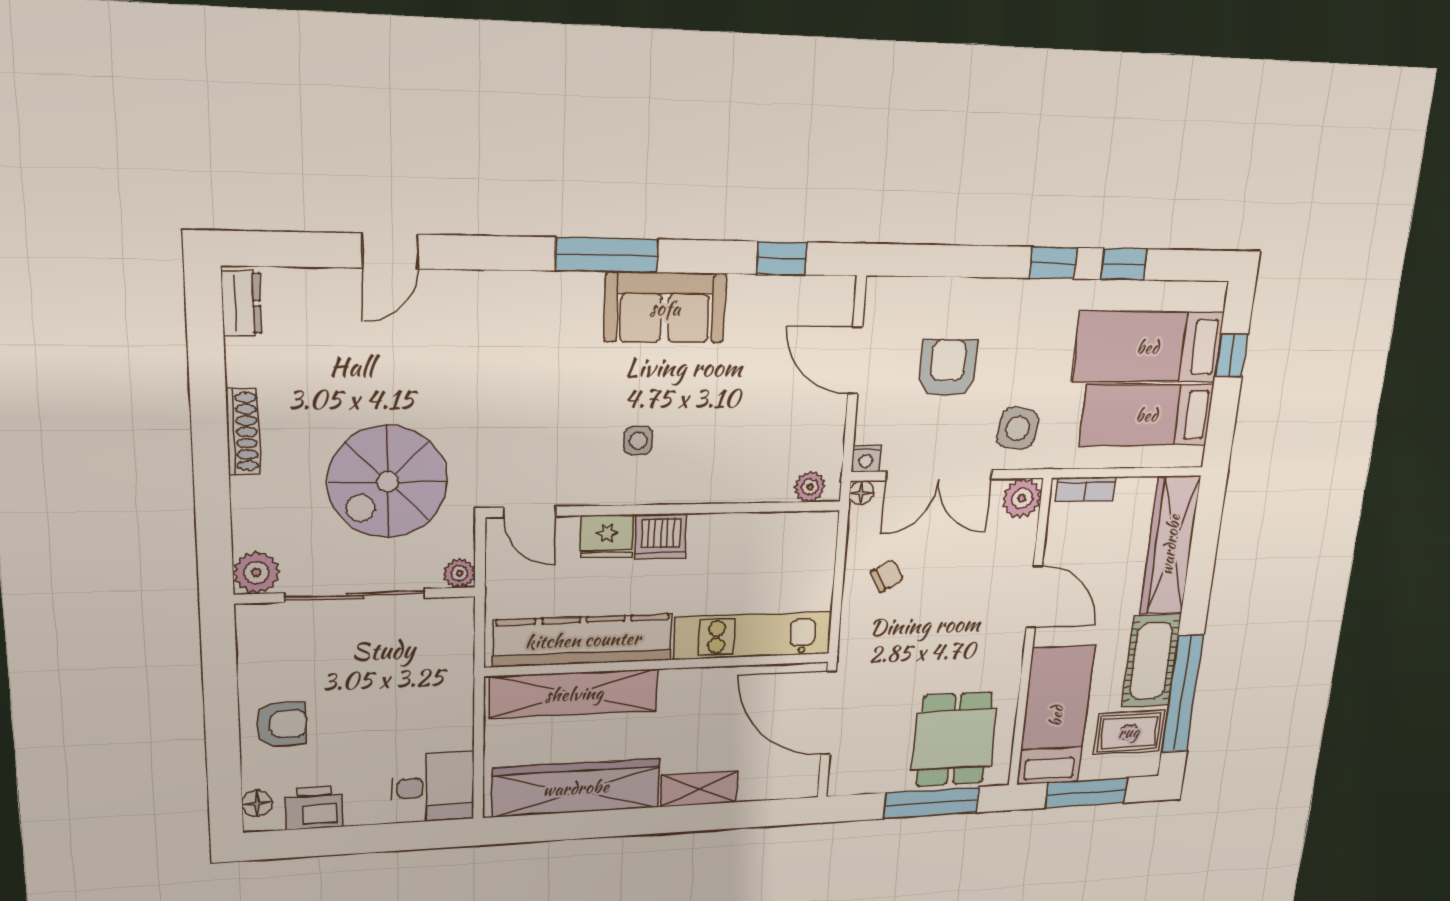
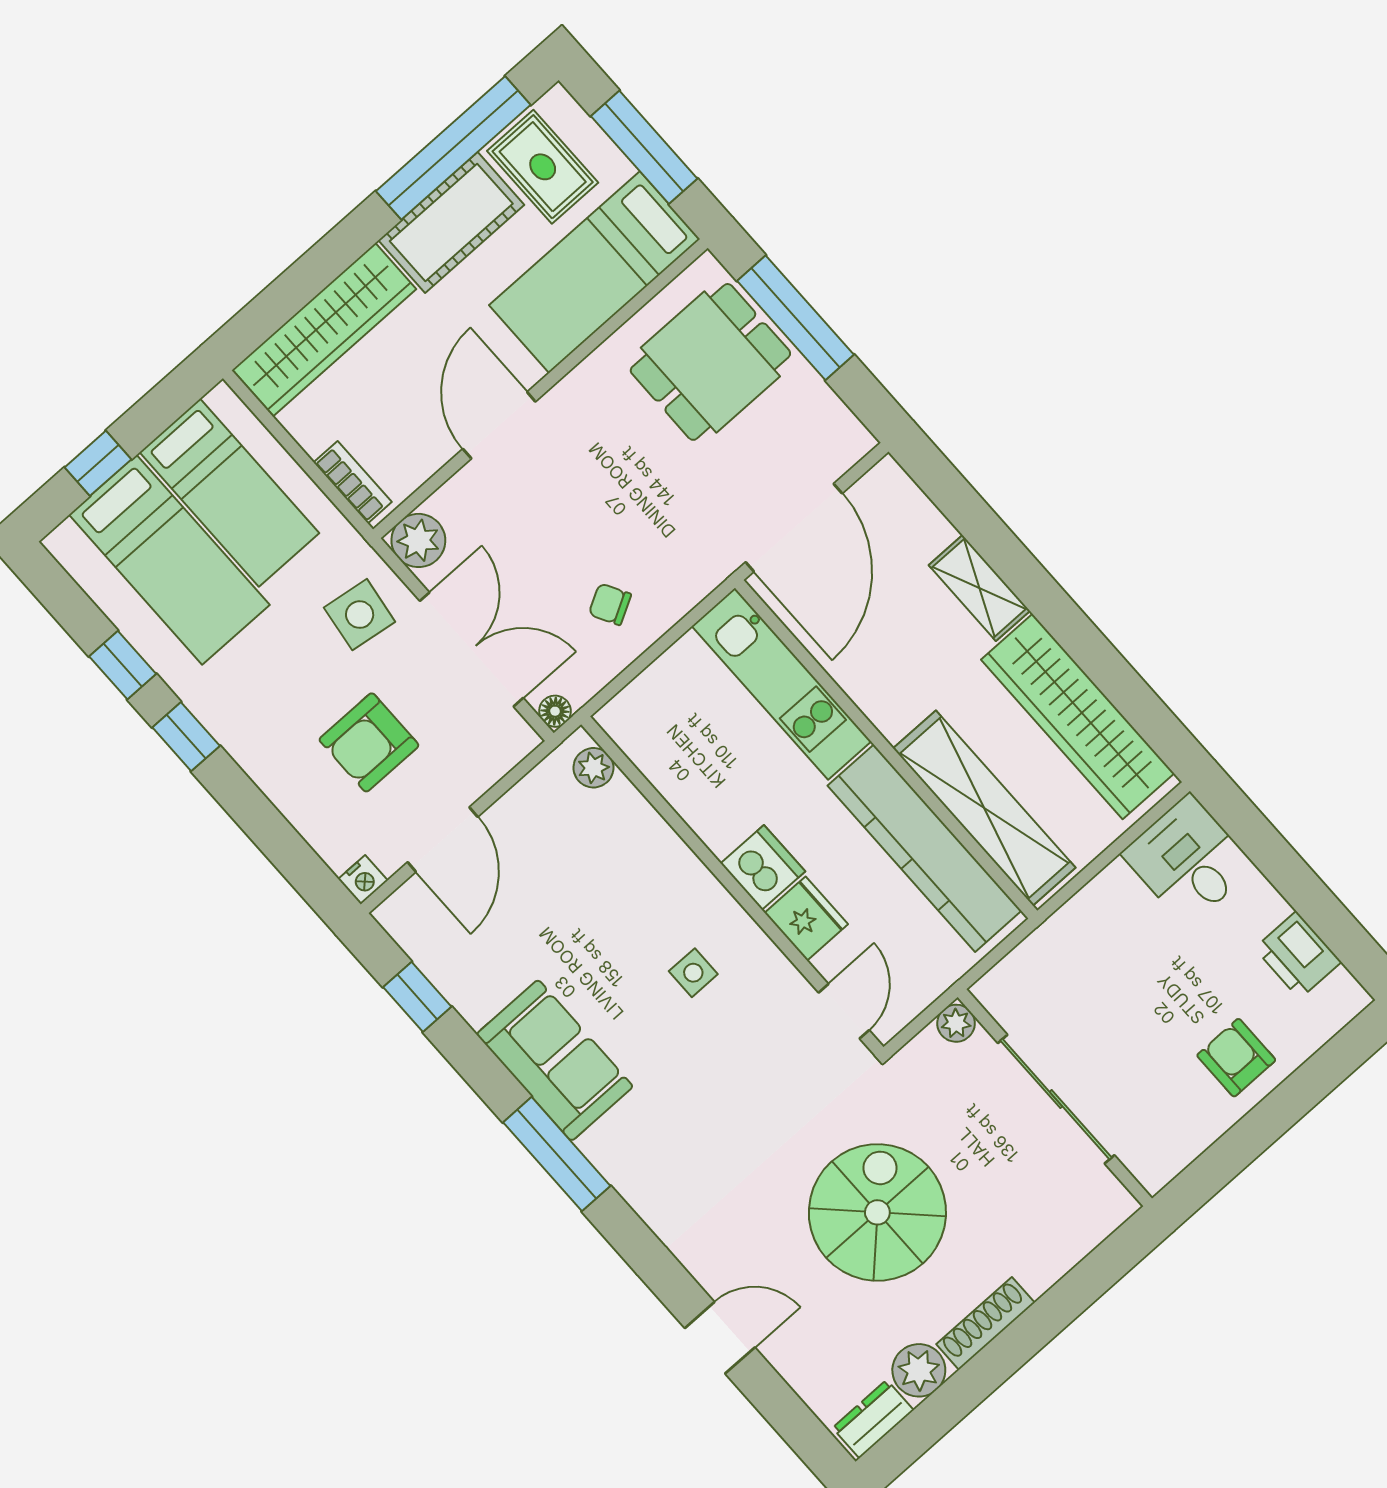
nightstand: (866, 459) -> (363, 880), moved, turned 90
spiral stairs: (388, 482) -> (877, 1212), moved, turned -90
plant: (256, 573) -> (919, 1370), moved
floor lamp: (257, 804) -> (1335, 1013), removed

